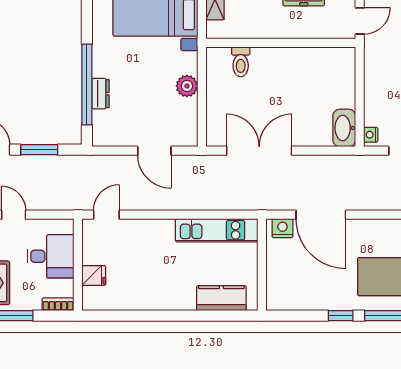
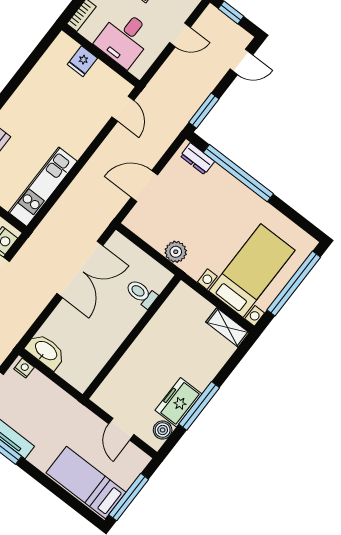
wall: (281, 43) -> (132, 337), moved
toilet: (241, 62) -> (141, 293), moved
dresser: (100, 94) -> (197, 159), moved
window: (39, 150) -> (204, 111), moved

